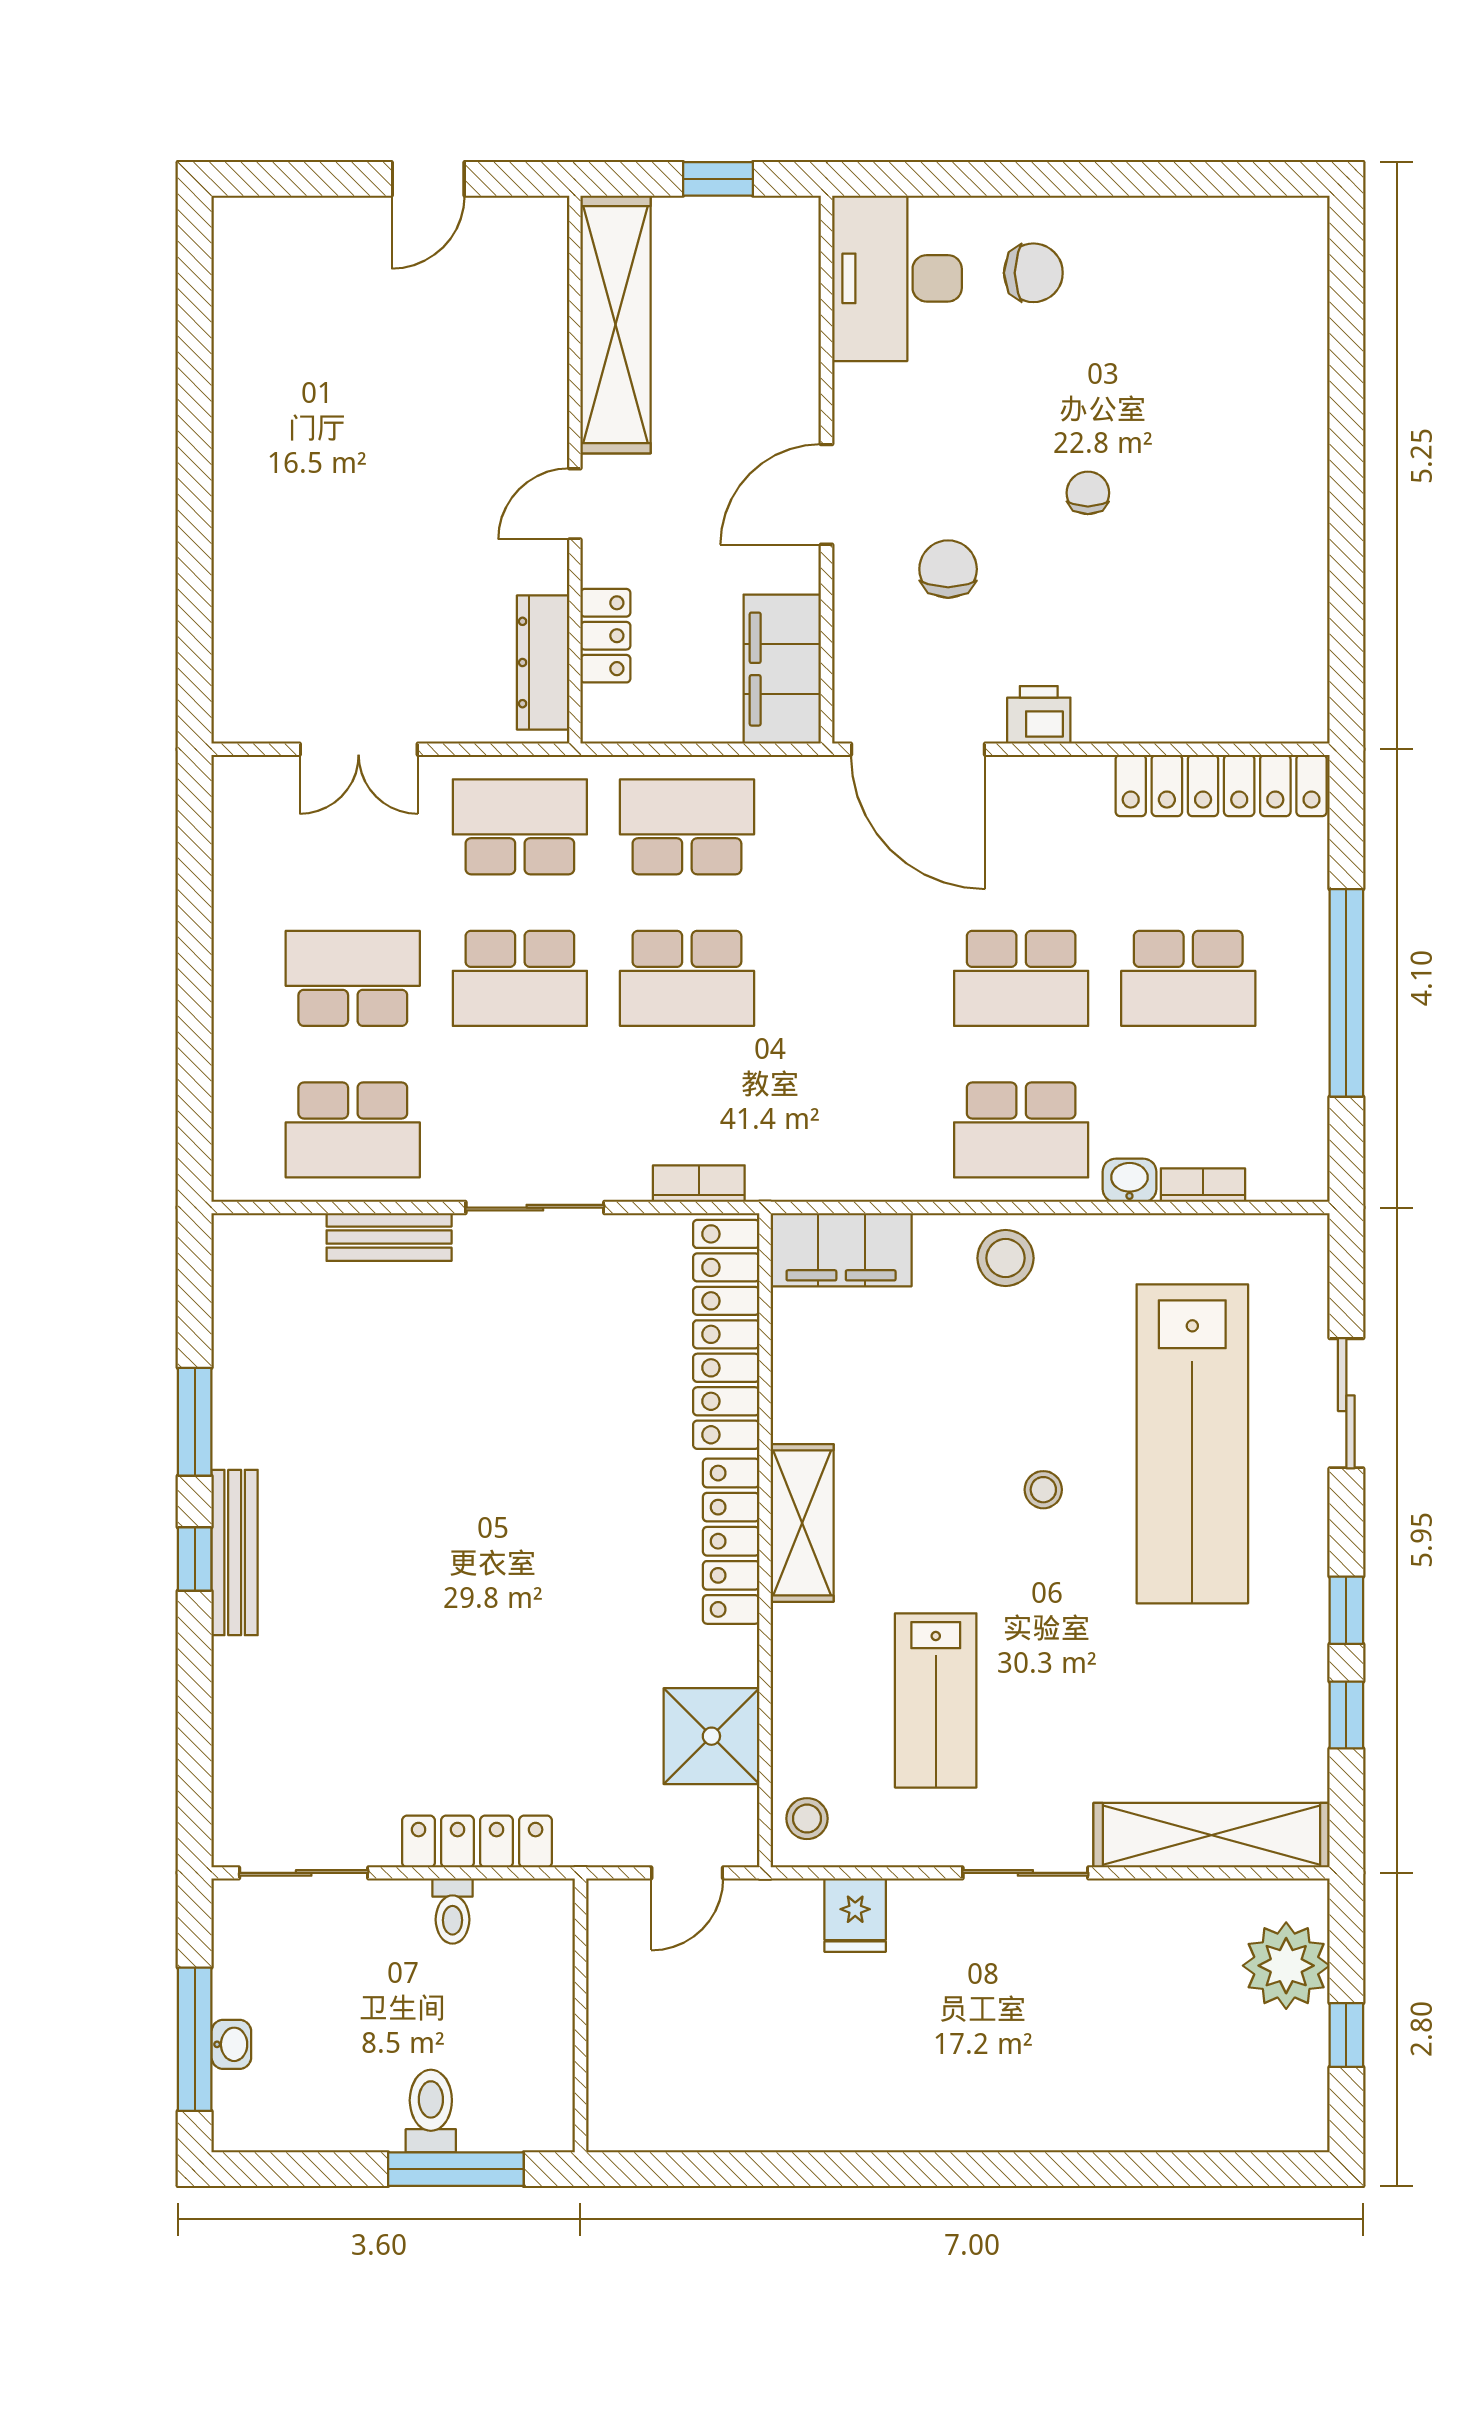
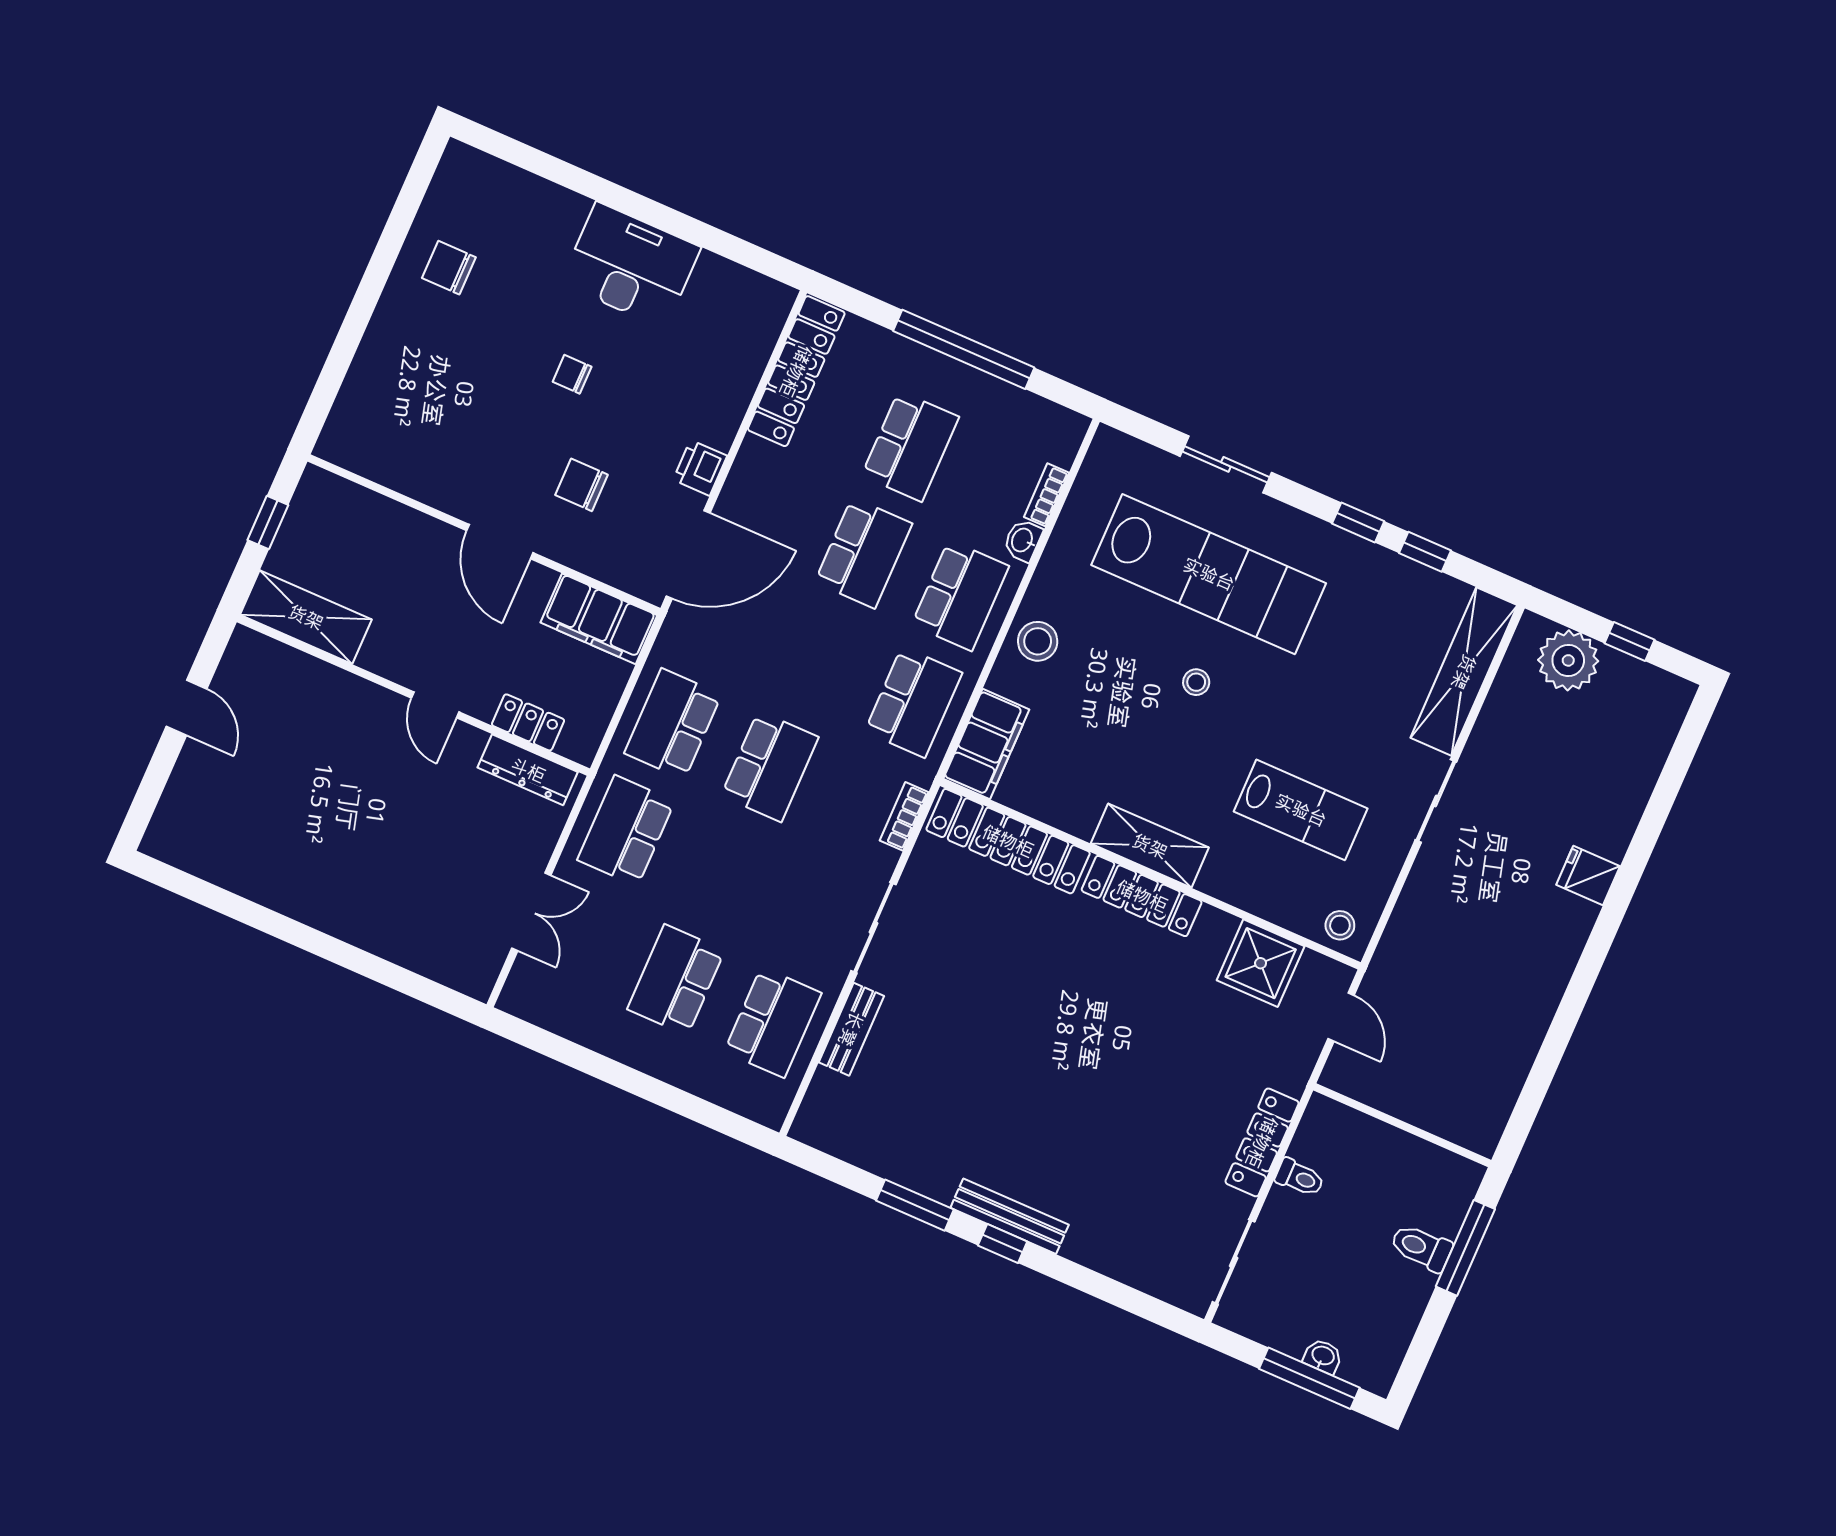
chair: (1033, 273) -> (449, 268), moved, turned -90
desk: (897, 278) -> (631, 265), moved, turned 180
shelving: (616, 325) -> (306, 617), width x0.68
school desk: (520, 978) -> (913, 702), moved
fridge: (855, 1915) -> (1588, 875), moved, turned 180

